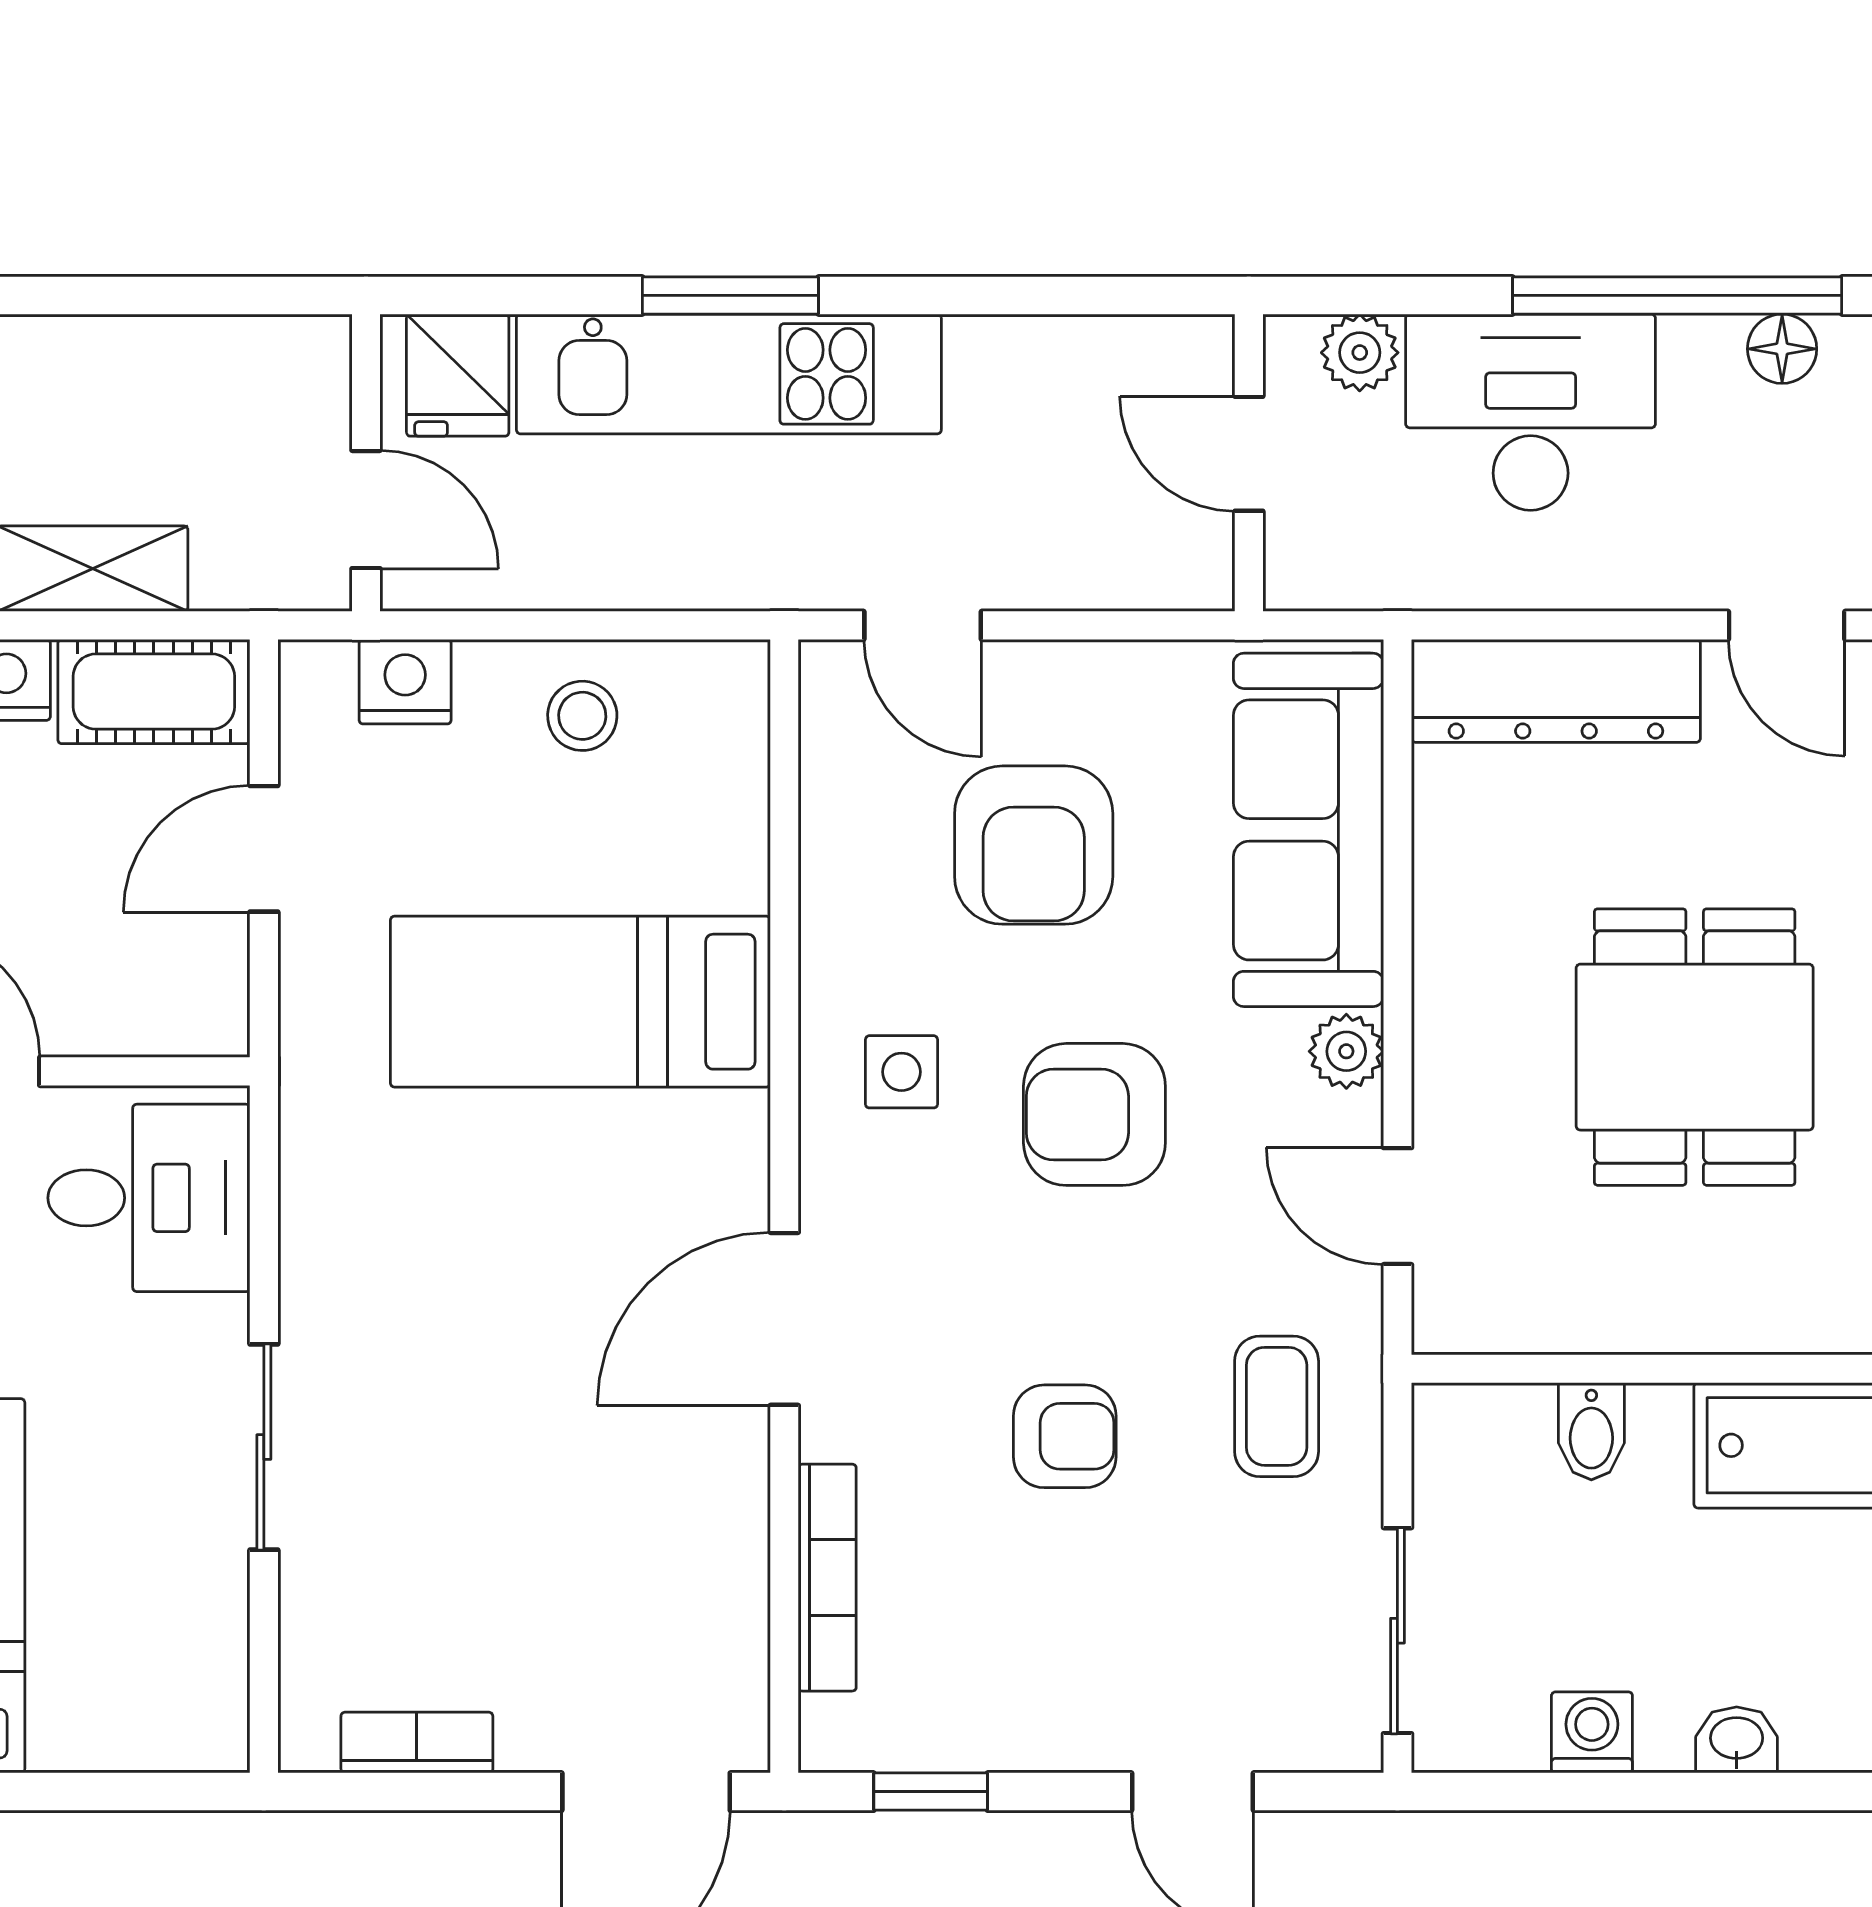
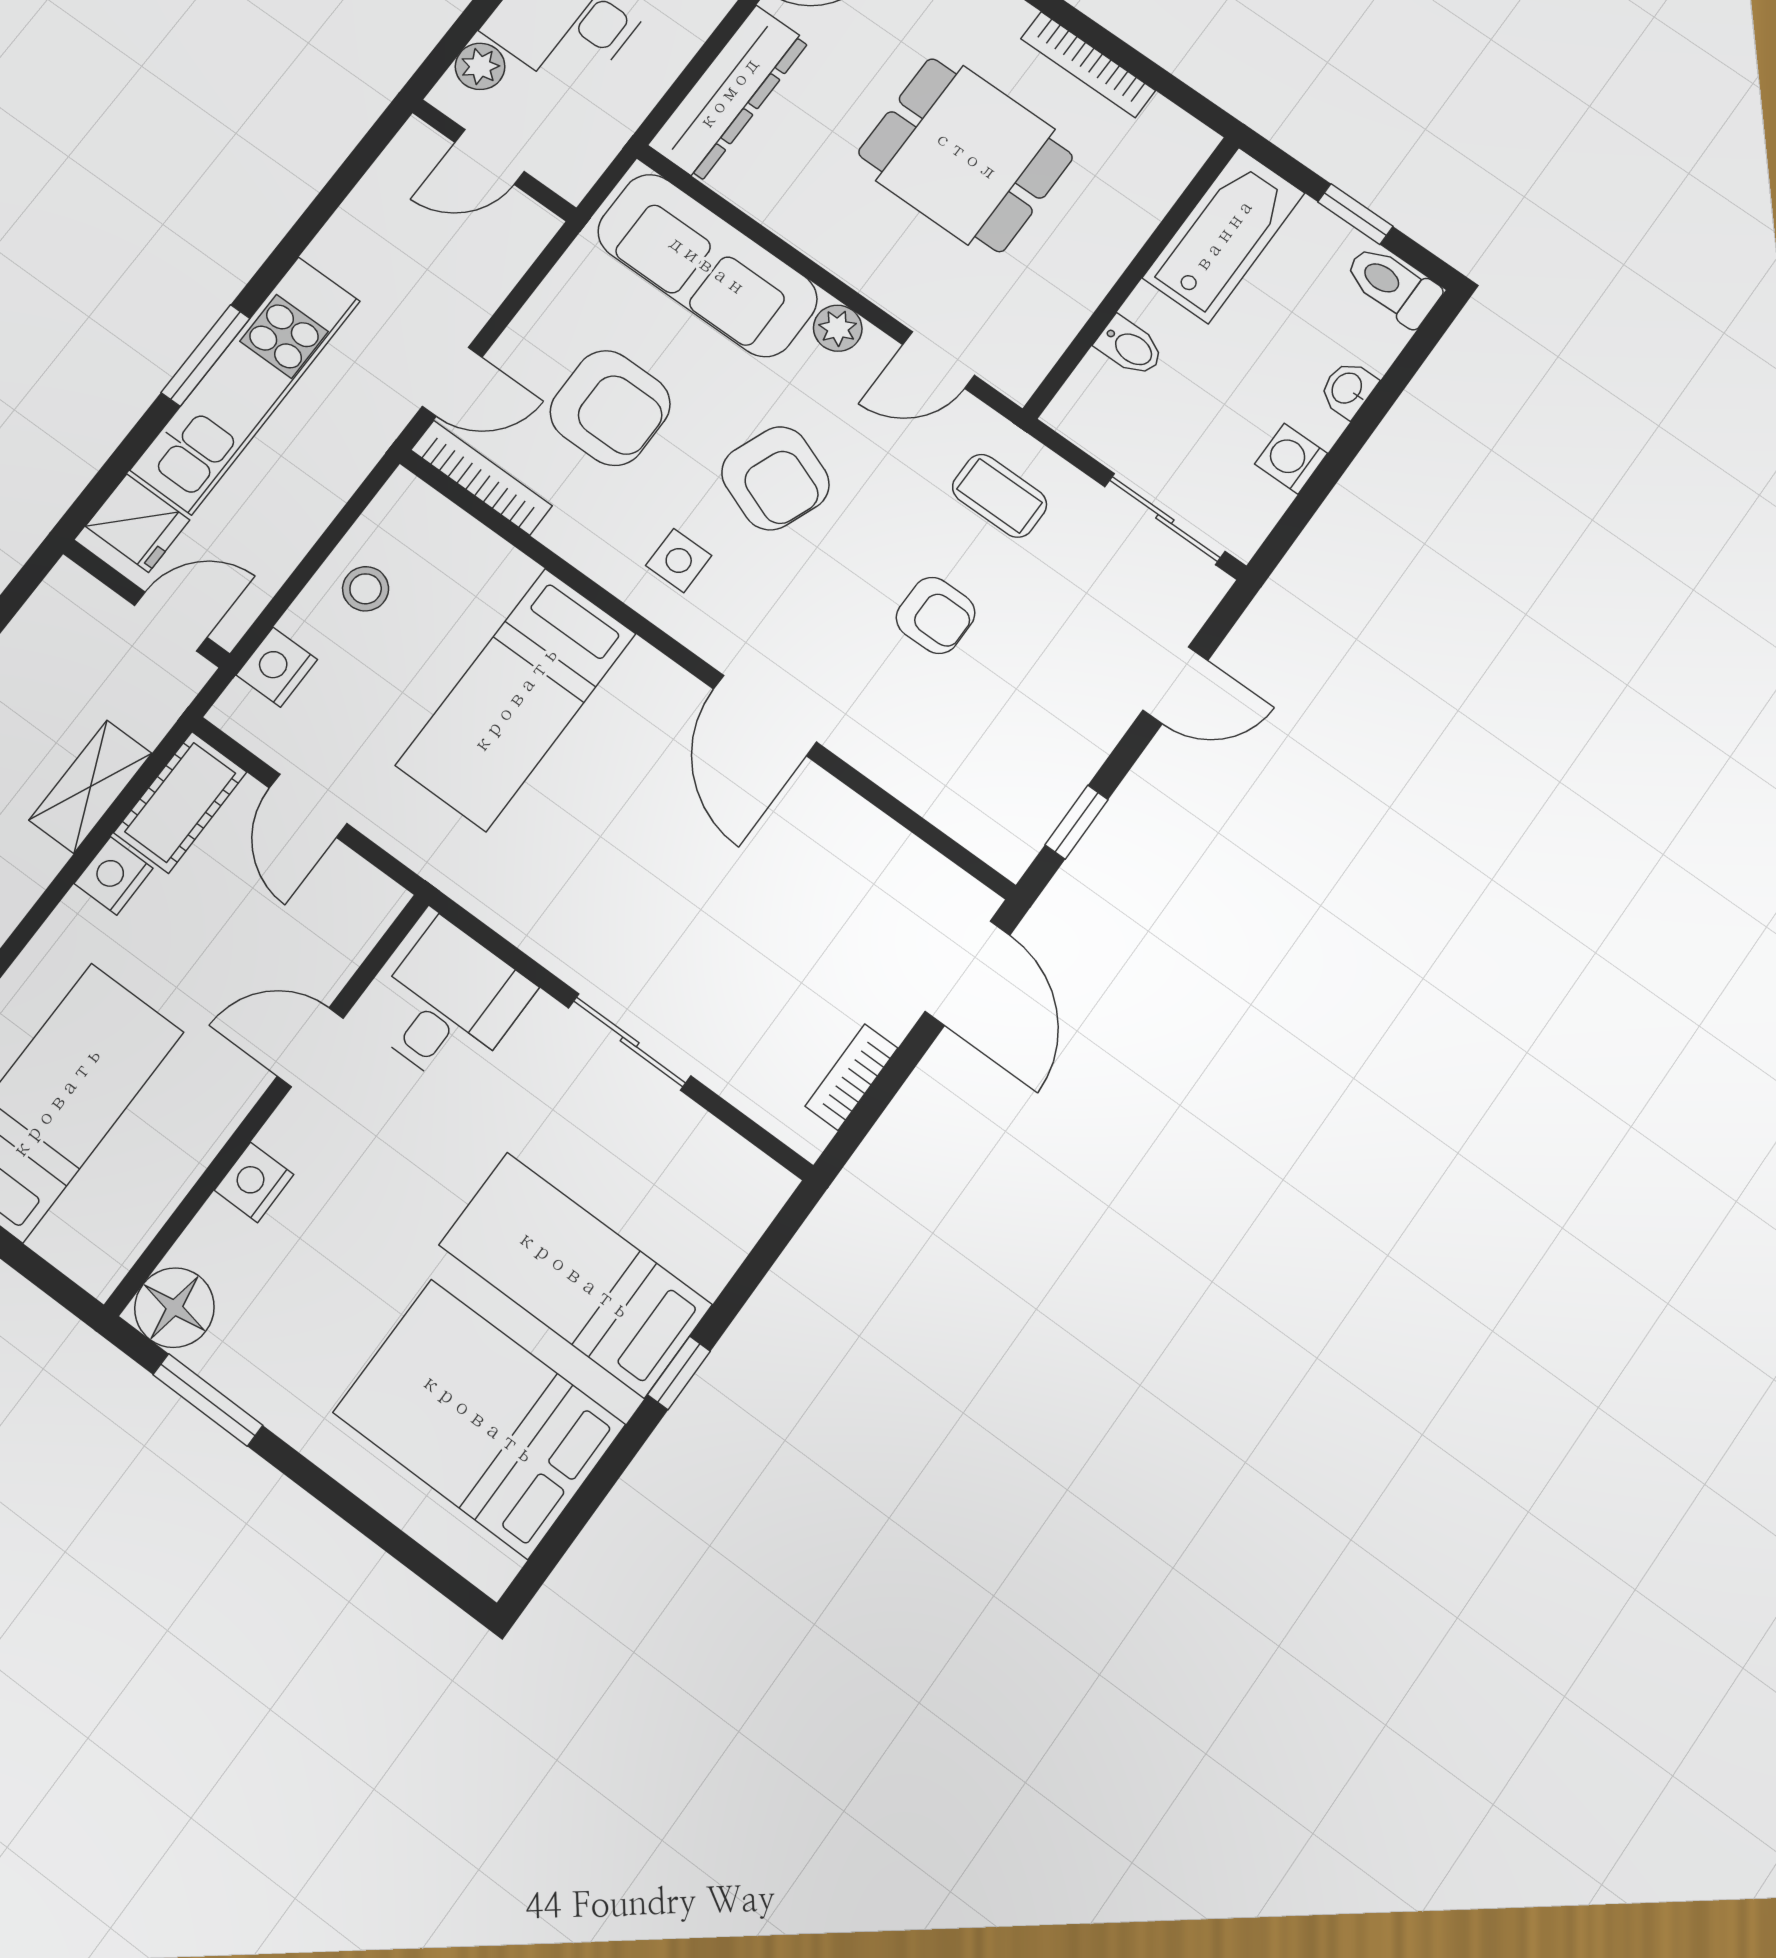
armchair: (1094, 1114) -> (775, 478), turned -69
armchair: (1065, 1436) -> (936, 615), turned 90
bookcase: (827, 1578) -> (482, 478), moved

